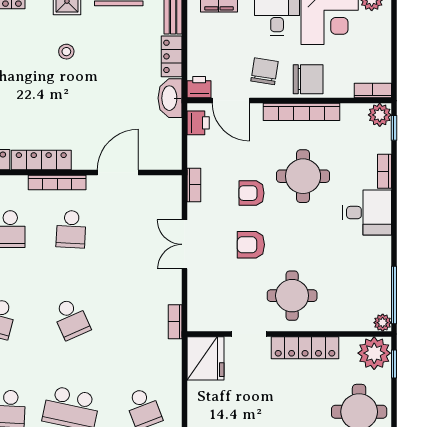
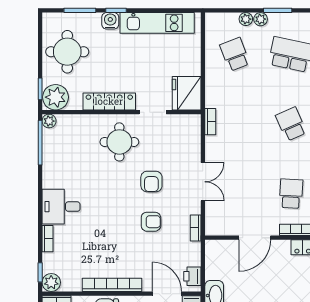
round table: (303, 176) -> (111, 235), removed
armchair: (251, 245) -> (151, 182), turned 90

